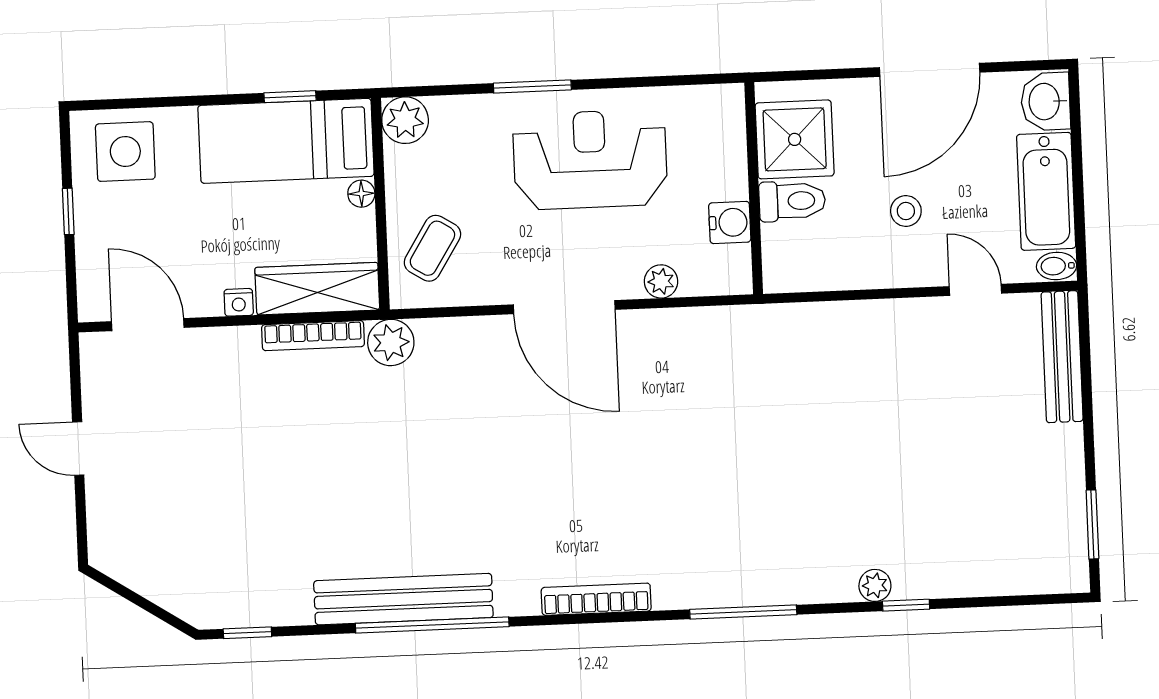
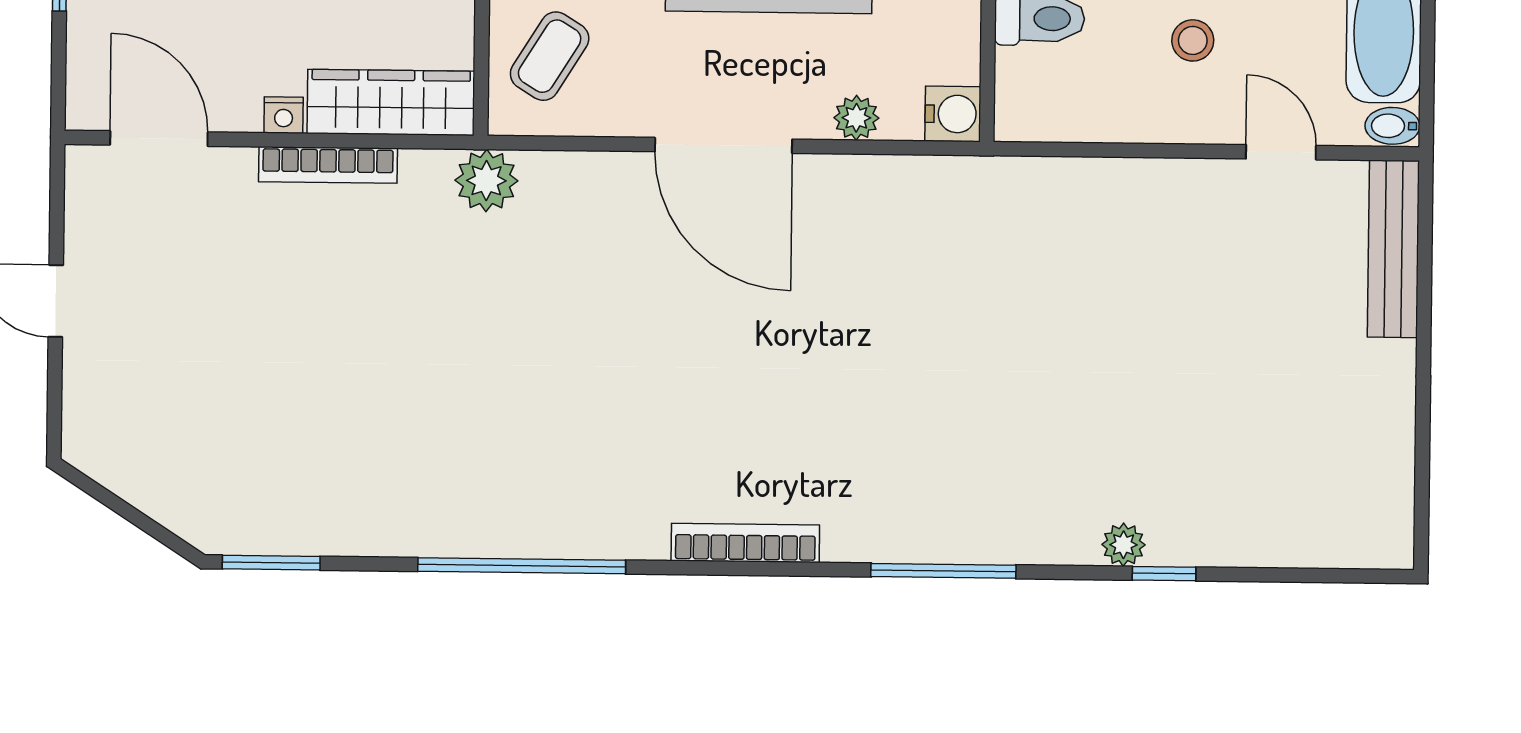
water cooler: (730, 222) -> (953, 114), moved
bookcase: (313, 336) -> (328, 165), moved
window: (1092, 524) -> (1422, 478), removed
bench: (403, 599) -> (485, 529), removed
window: (247, 633) -> (271, 563), width x1.50

